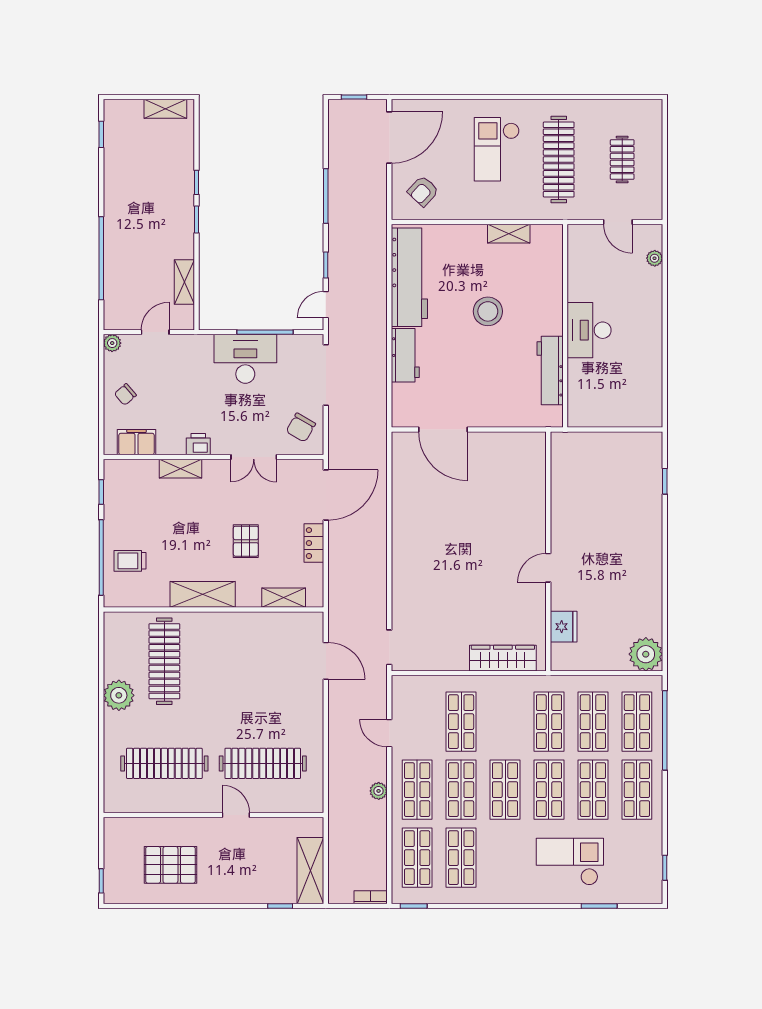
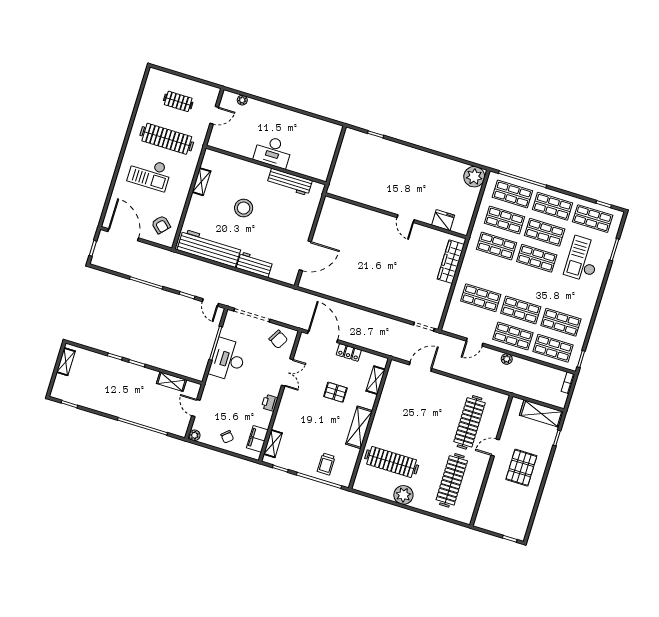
shelving: (181, 469) -> (273, 444), moved
shop shelf: (505, 790) -> (593, 219), moved
pallet: (170, 865) -> (521, 468), moved

